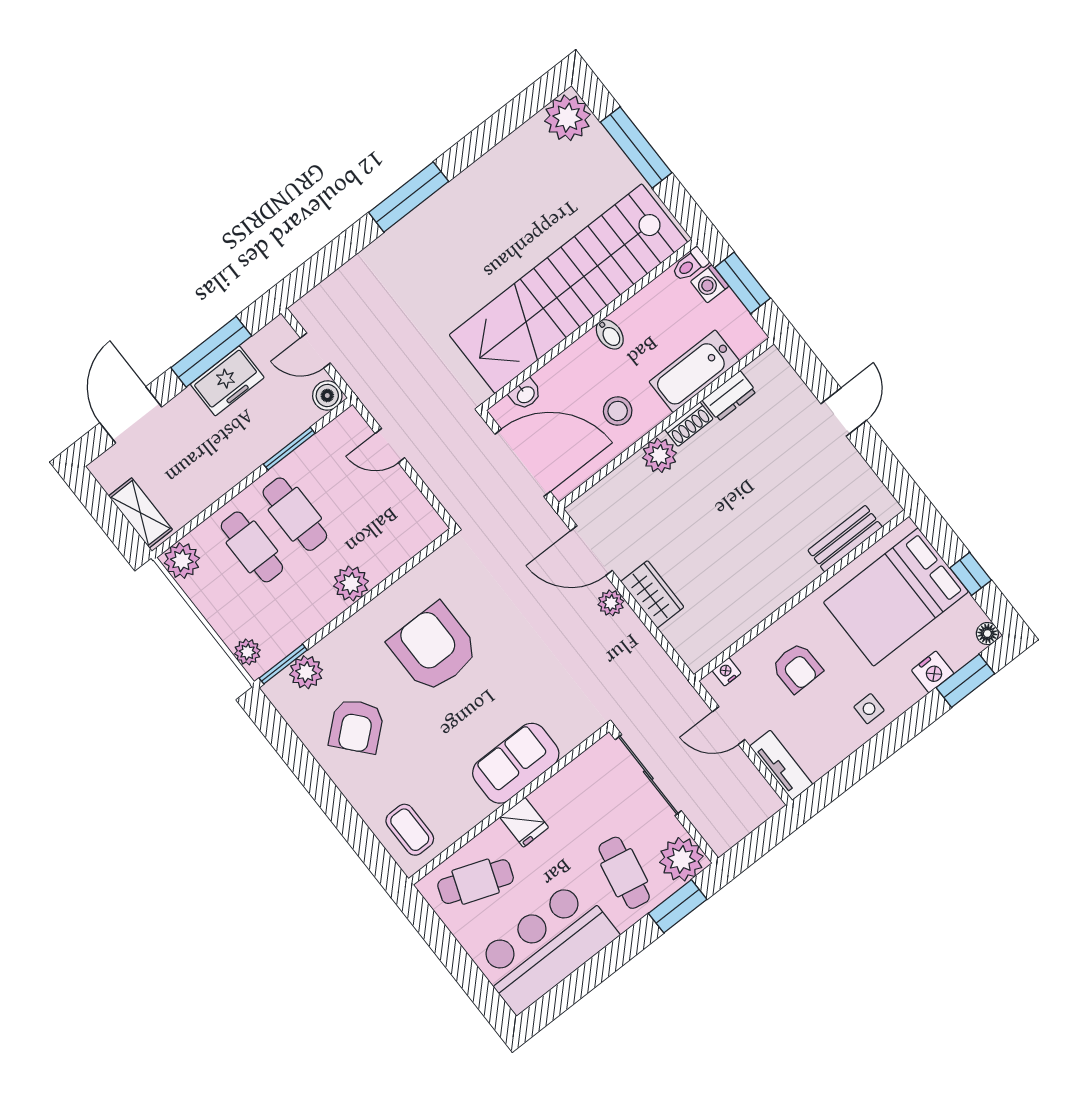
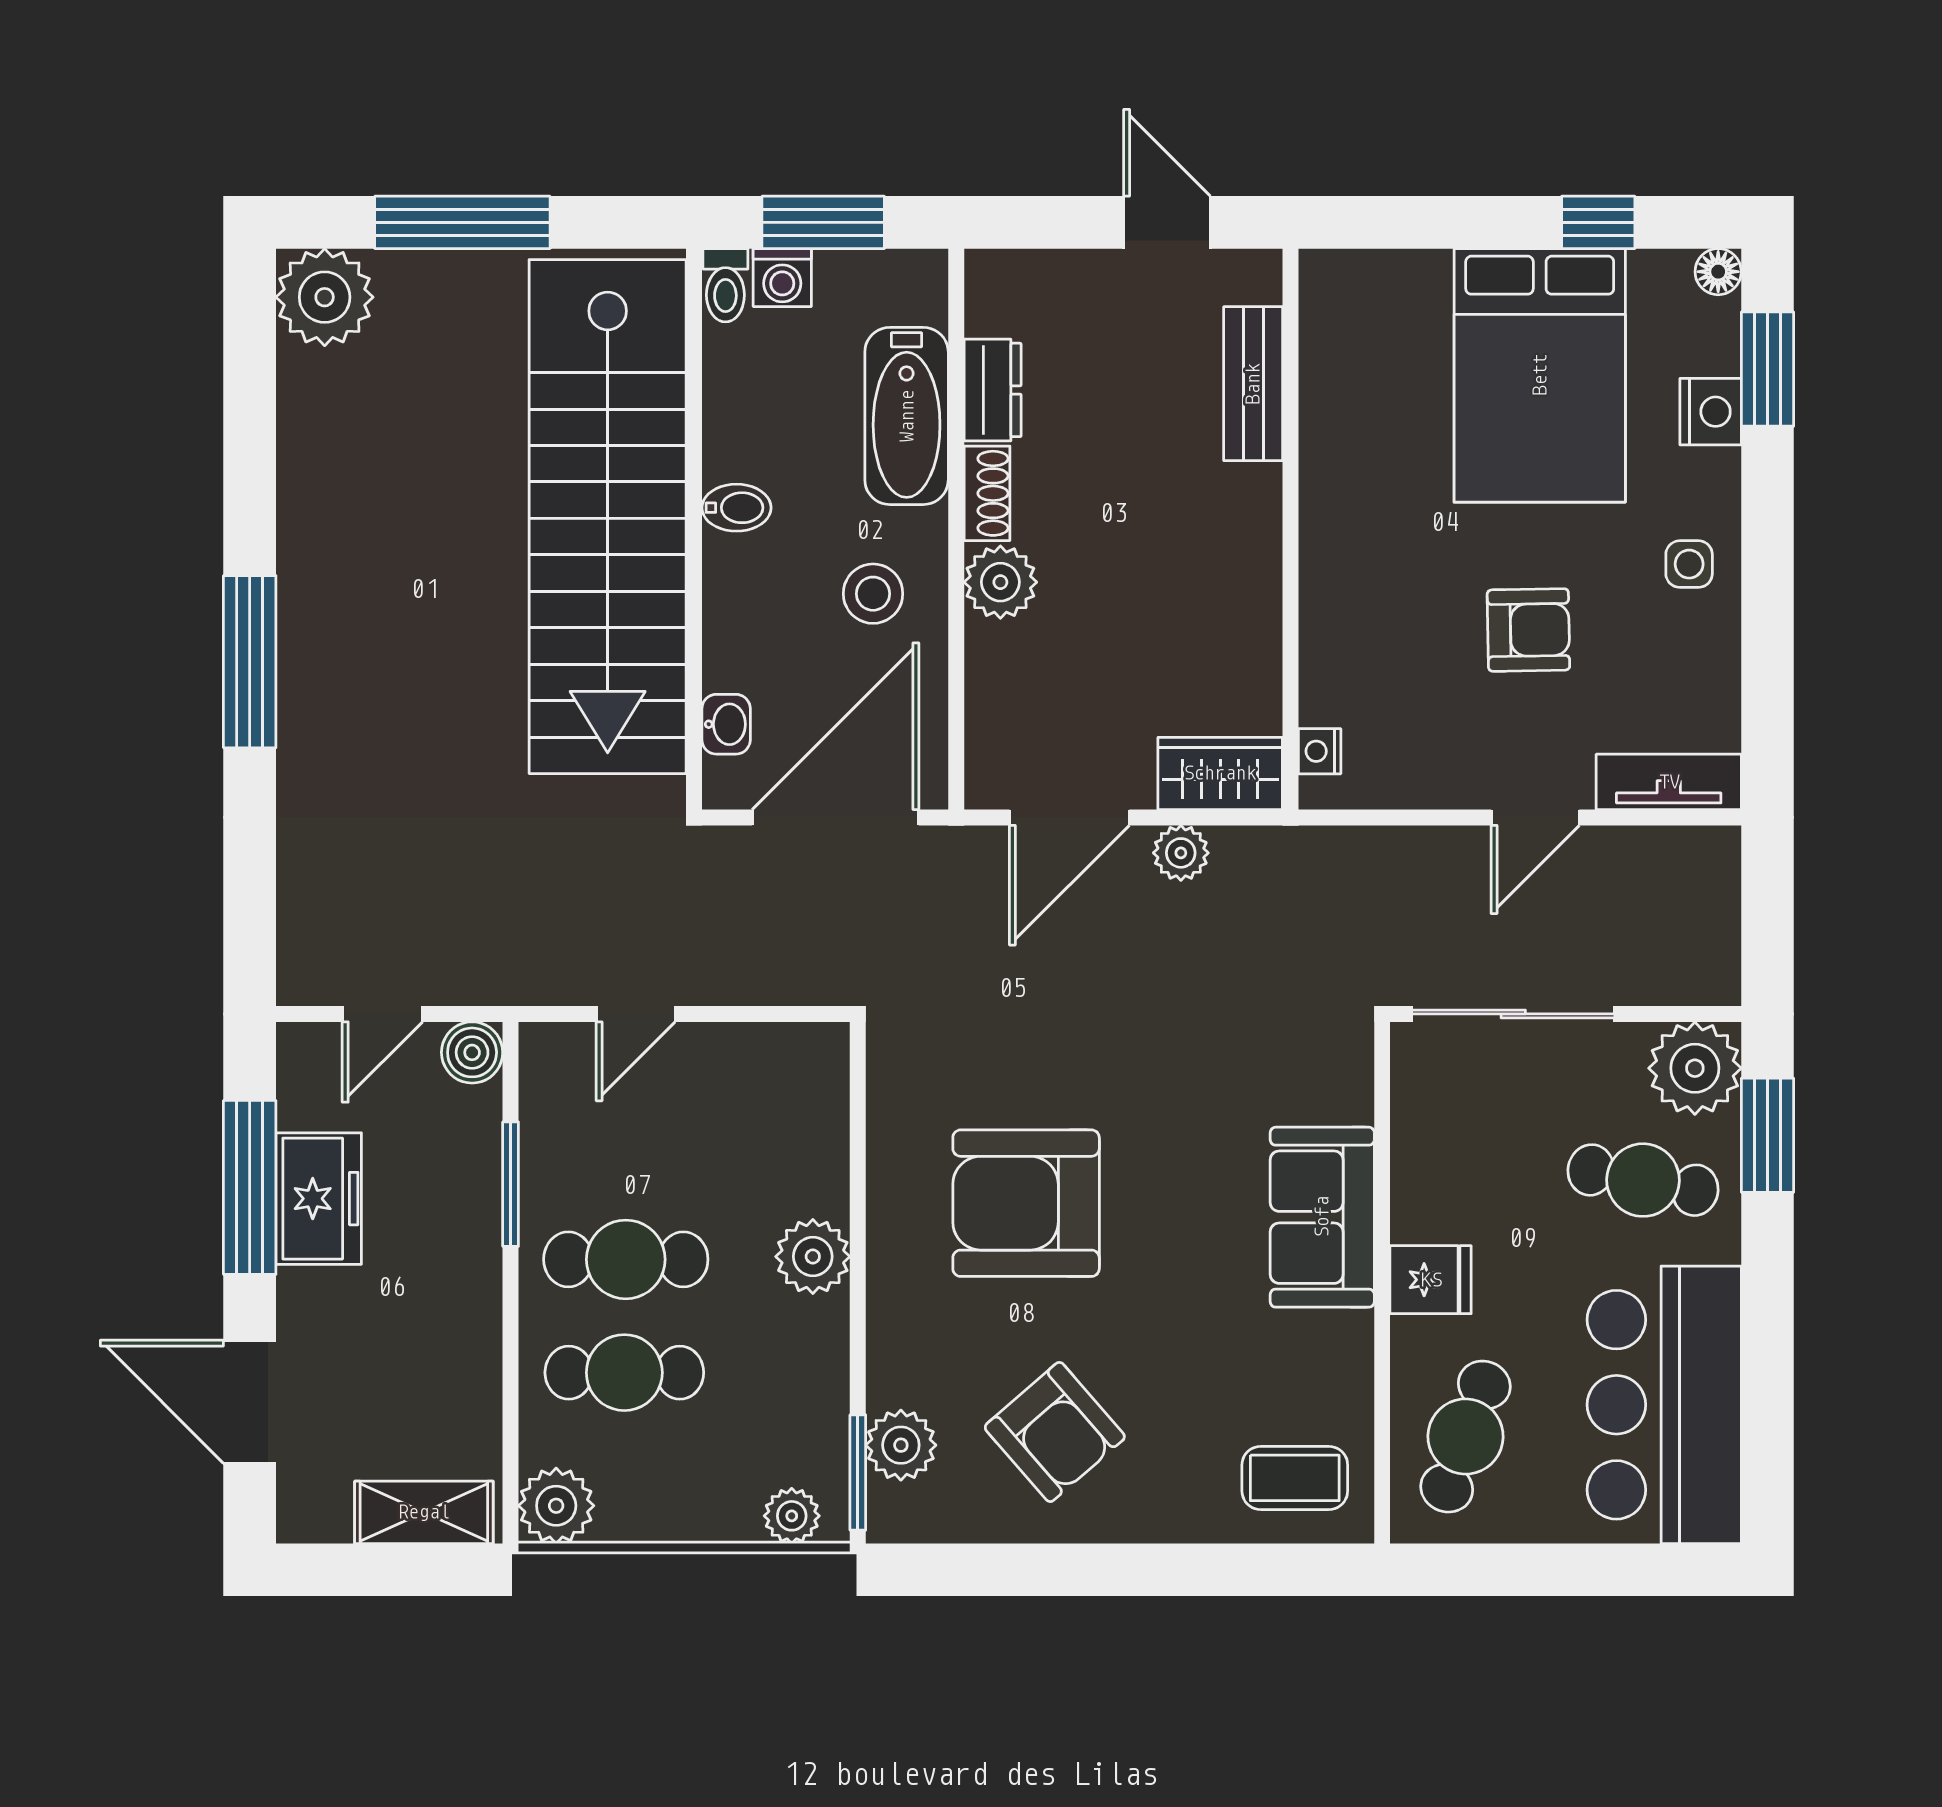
bench: (845, 539) -> (1253, 384), moved
wall: (801, 595) -> (1290, 529), moved
nightstand: (727, 672) -> (1320, 751), moved

